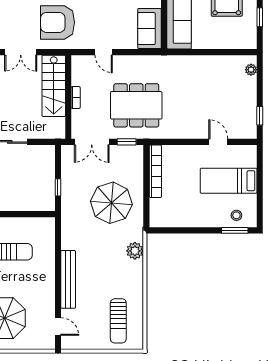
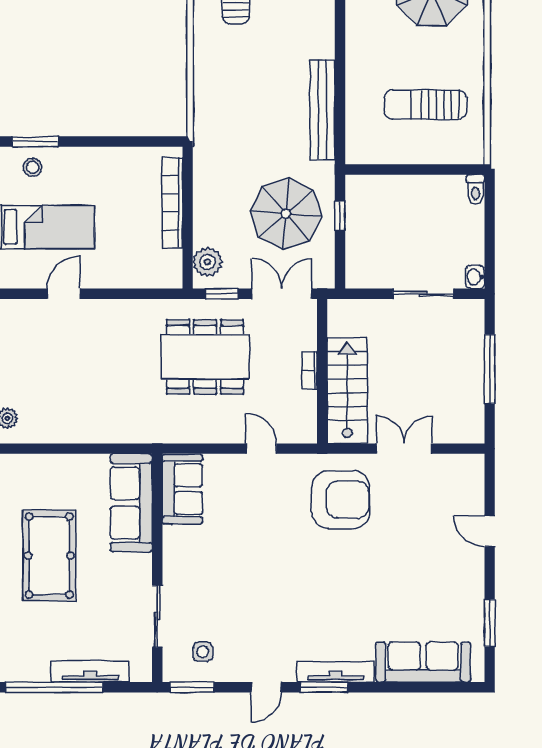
door: (218, 142) -> (64, 294), swing flipped
bookcase: (155, 171) -> (172, 203), moved
parasol: (111, 203) -> (286, 214), moved
plant: (135, 251) -> (207, 262), moved
bench: (68, 279) -> (322, 110), moved

